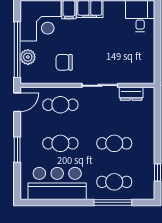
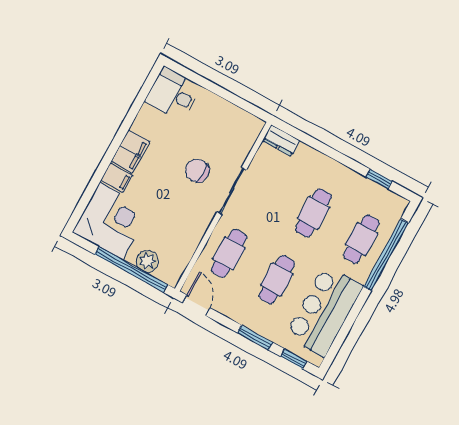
chair: (64, 62) -> (197, 171), moved, turned 90
dresser: (131, 94) -> (281, 141), moved, turned 90
window: (17, 181) -> (294, 359), added
window: (113, 202) -> (386, 255), width x1.46

